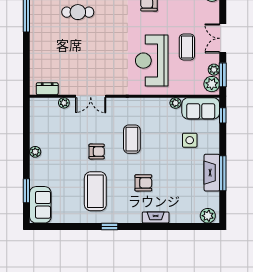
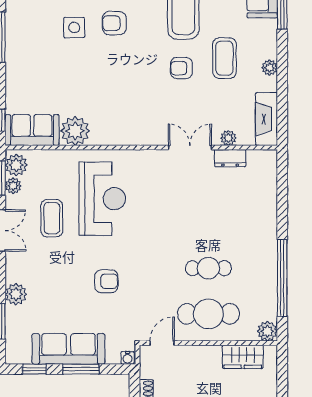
dresser: (47, 89) -> (230, 158), moved
plant: (175, 103) -> (75, 131), width x1.87, depth x1.87
coffee table: (132, 139) -> (224, 58), moved
side table: (190, 140) -> (74, 28), moved
fireplace: (212, 173) -> (266, 119), moved, turned 180

